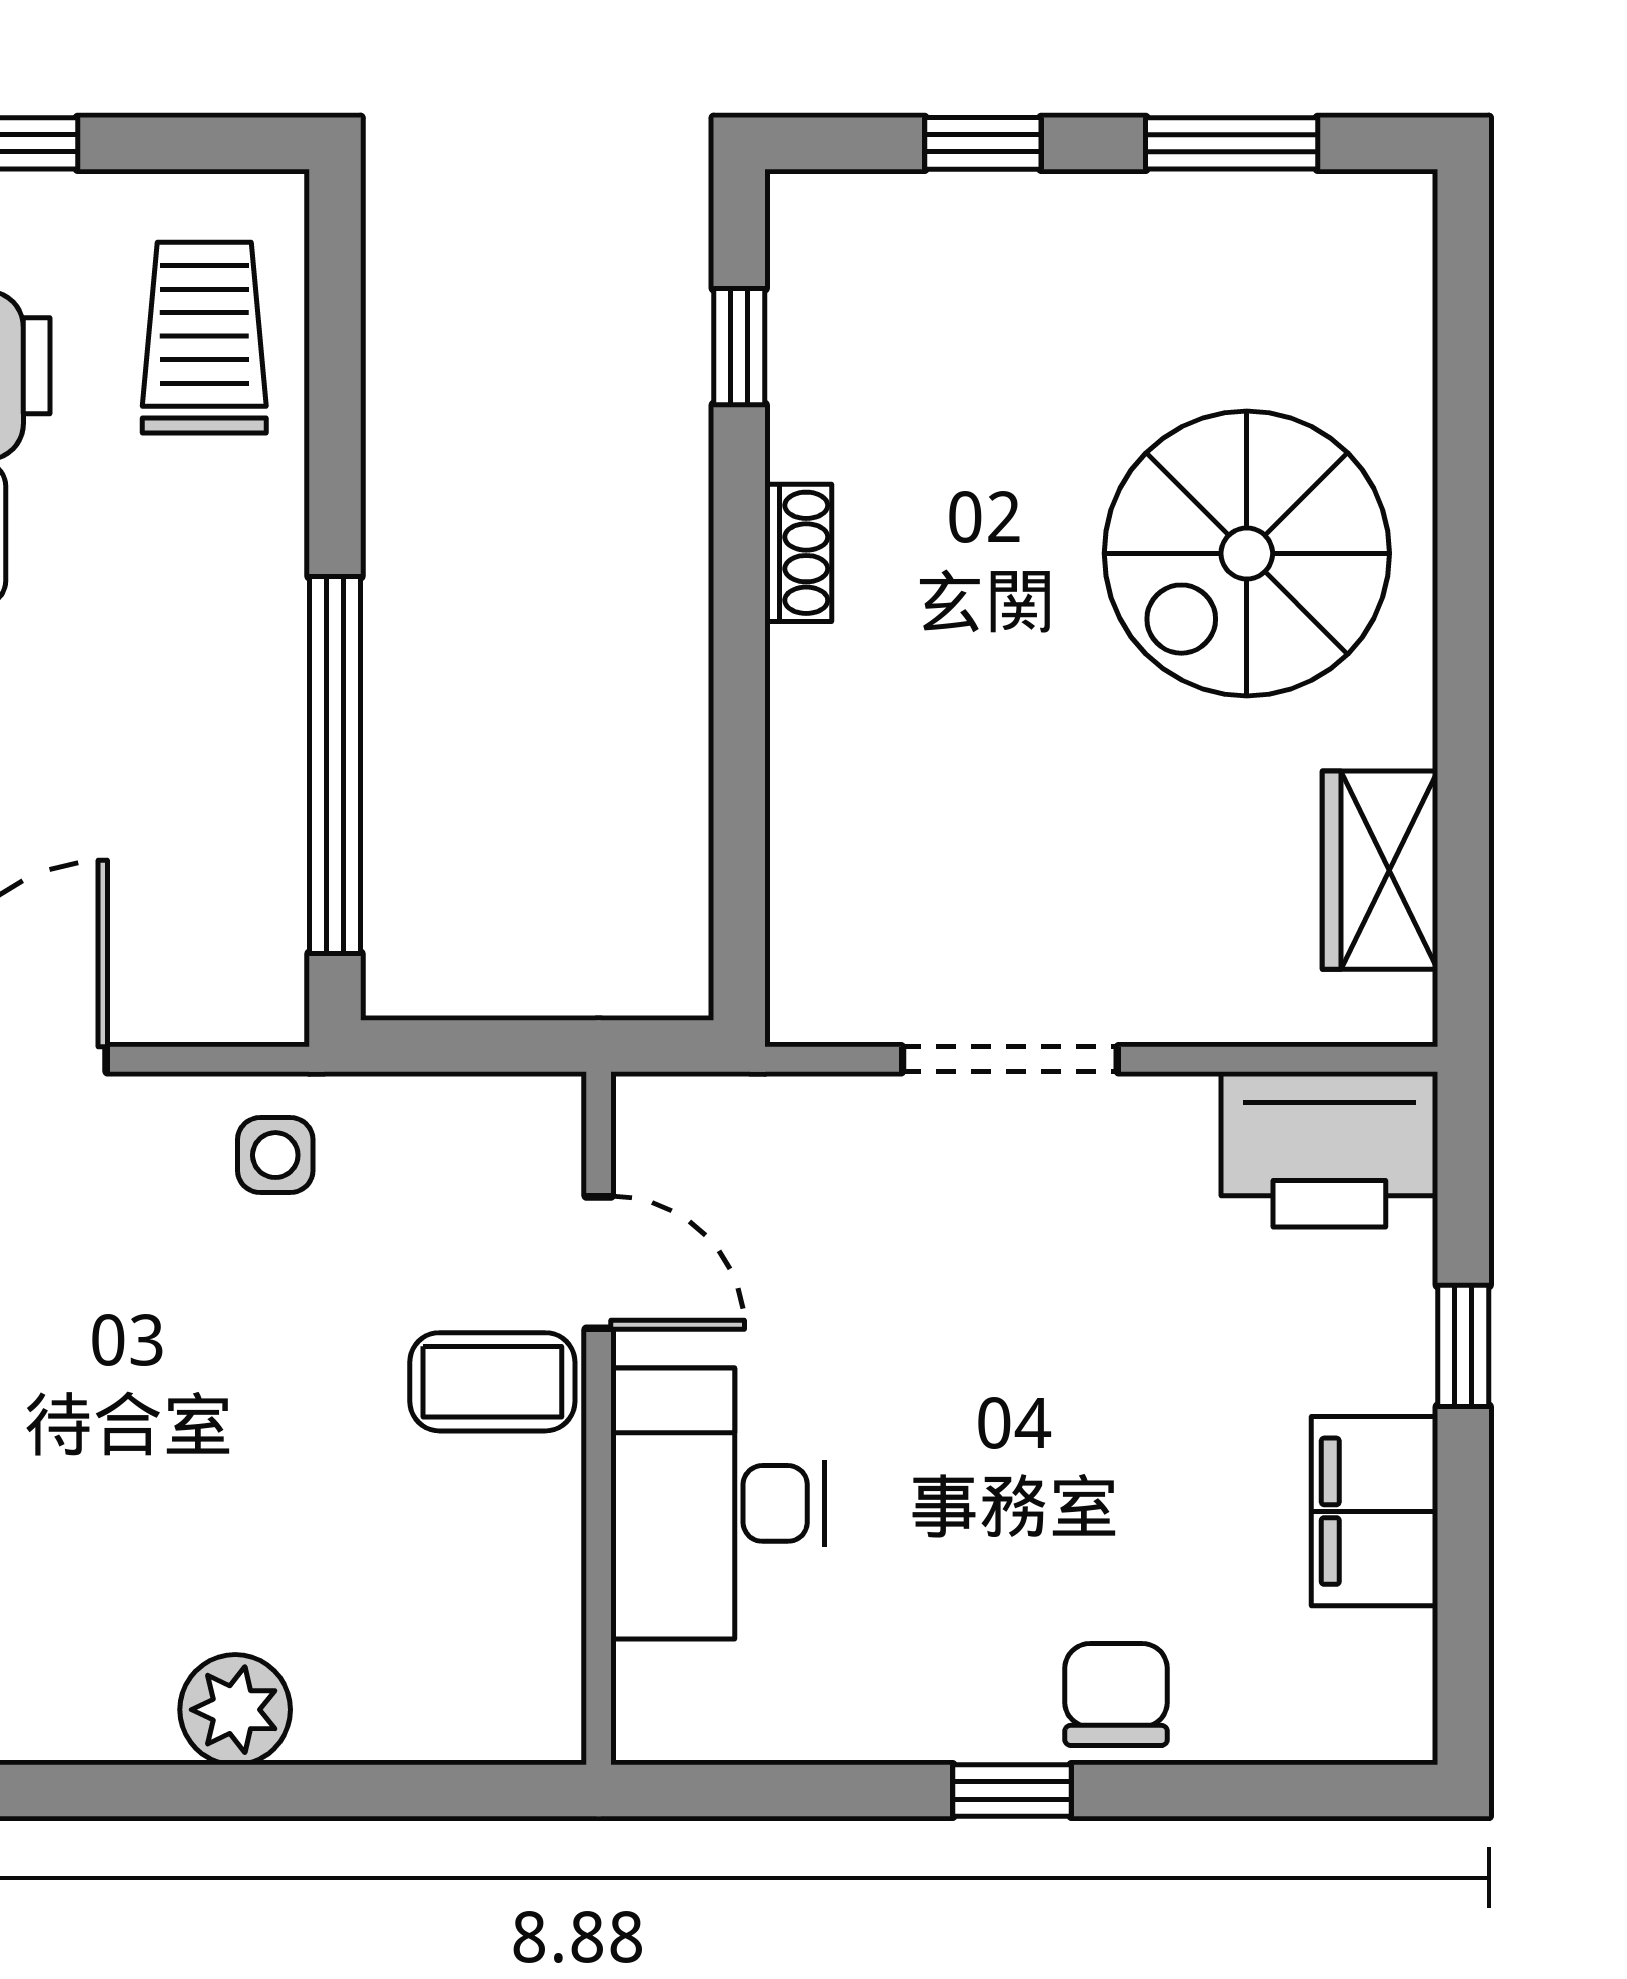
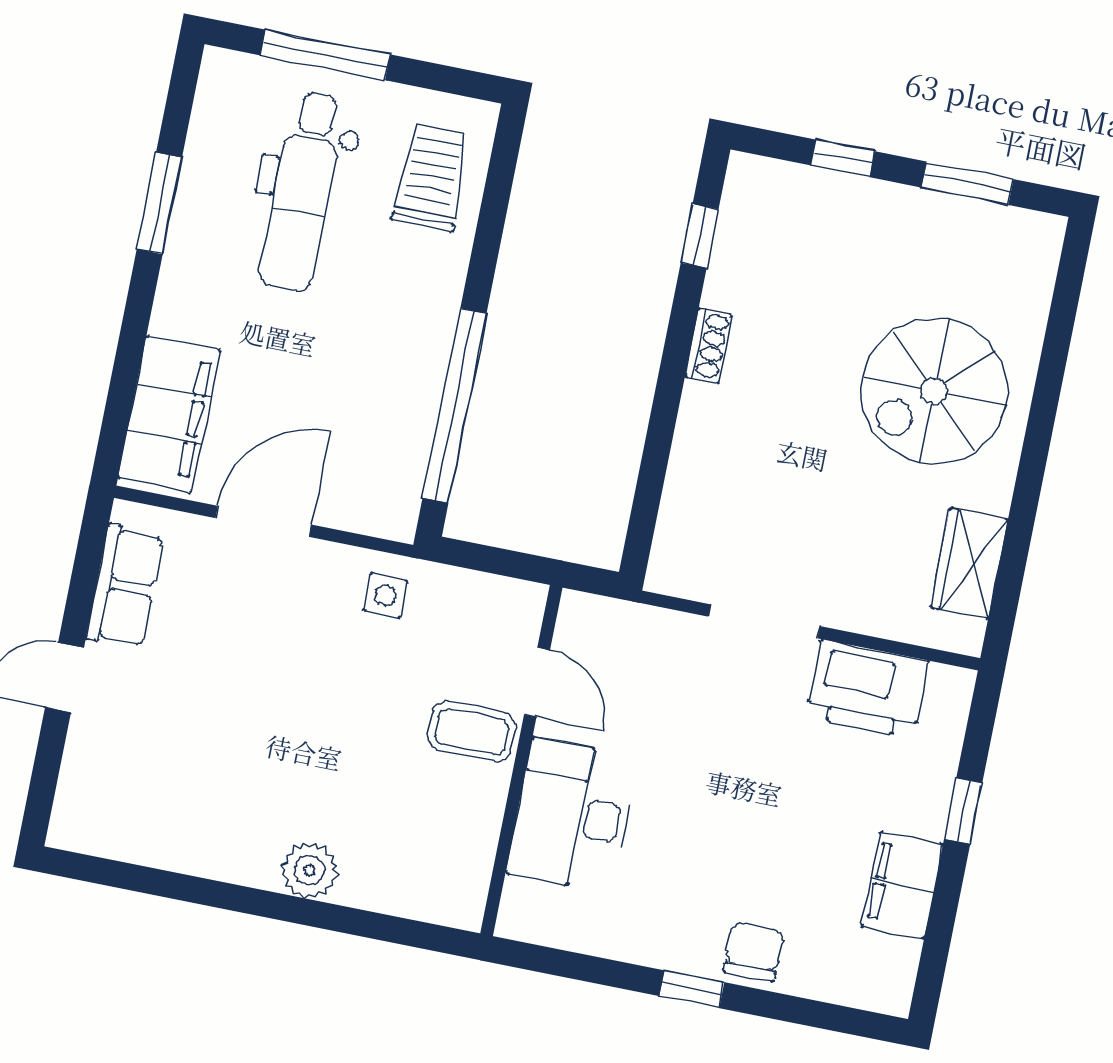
printer: (1329, 1149) -> (867, 689), moved

